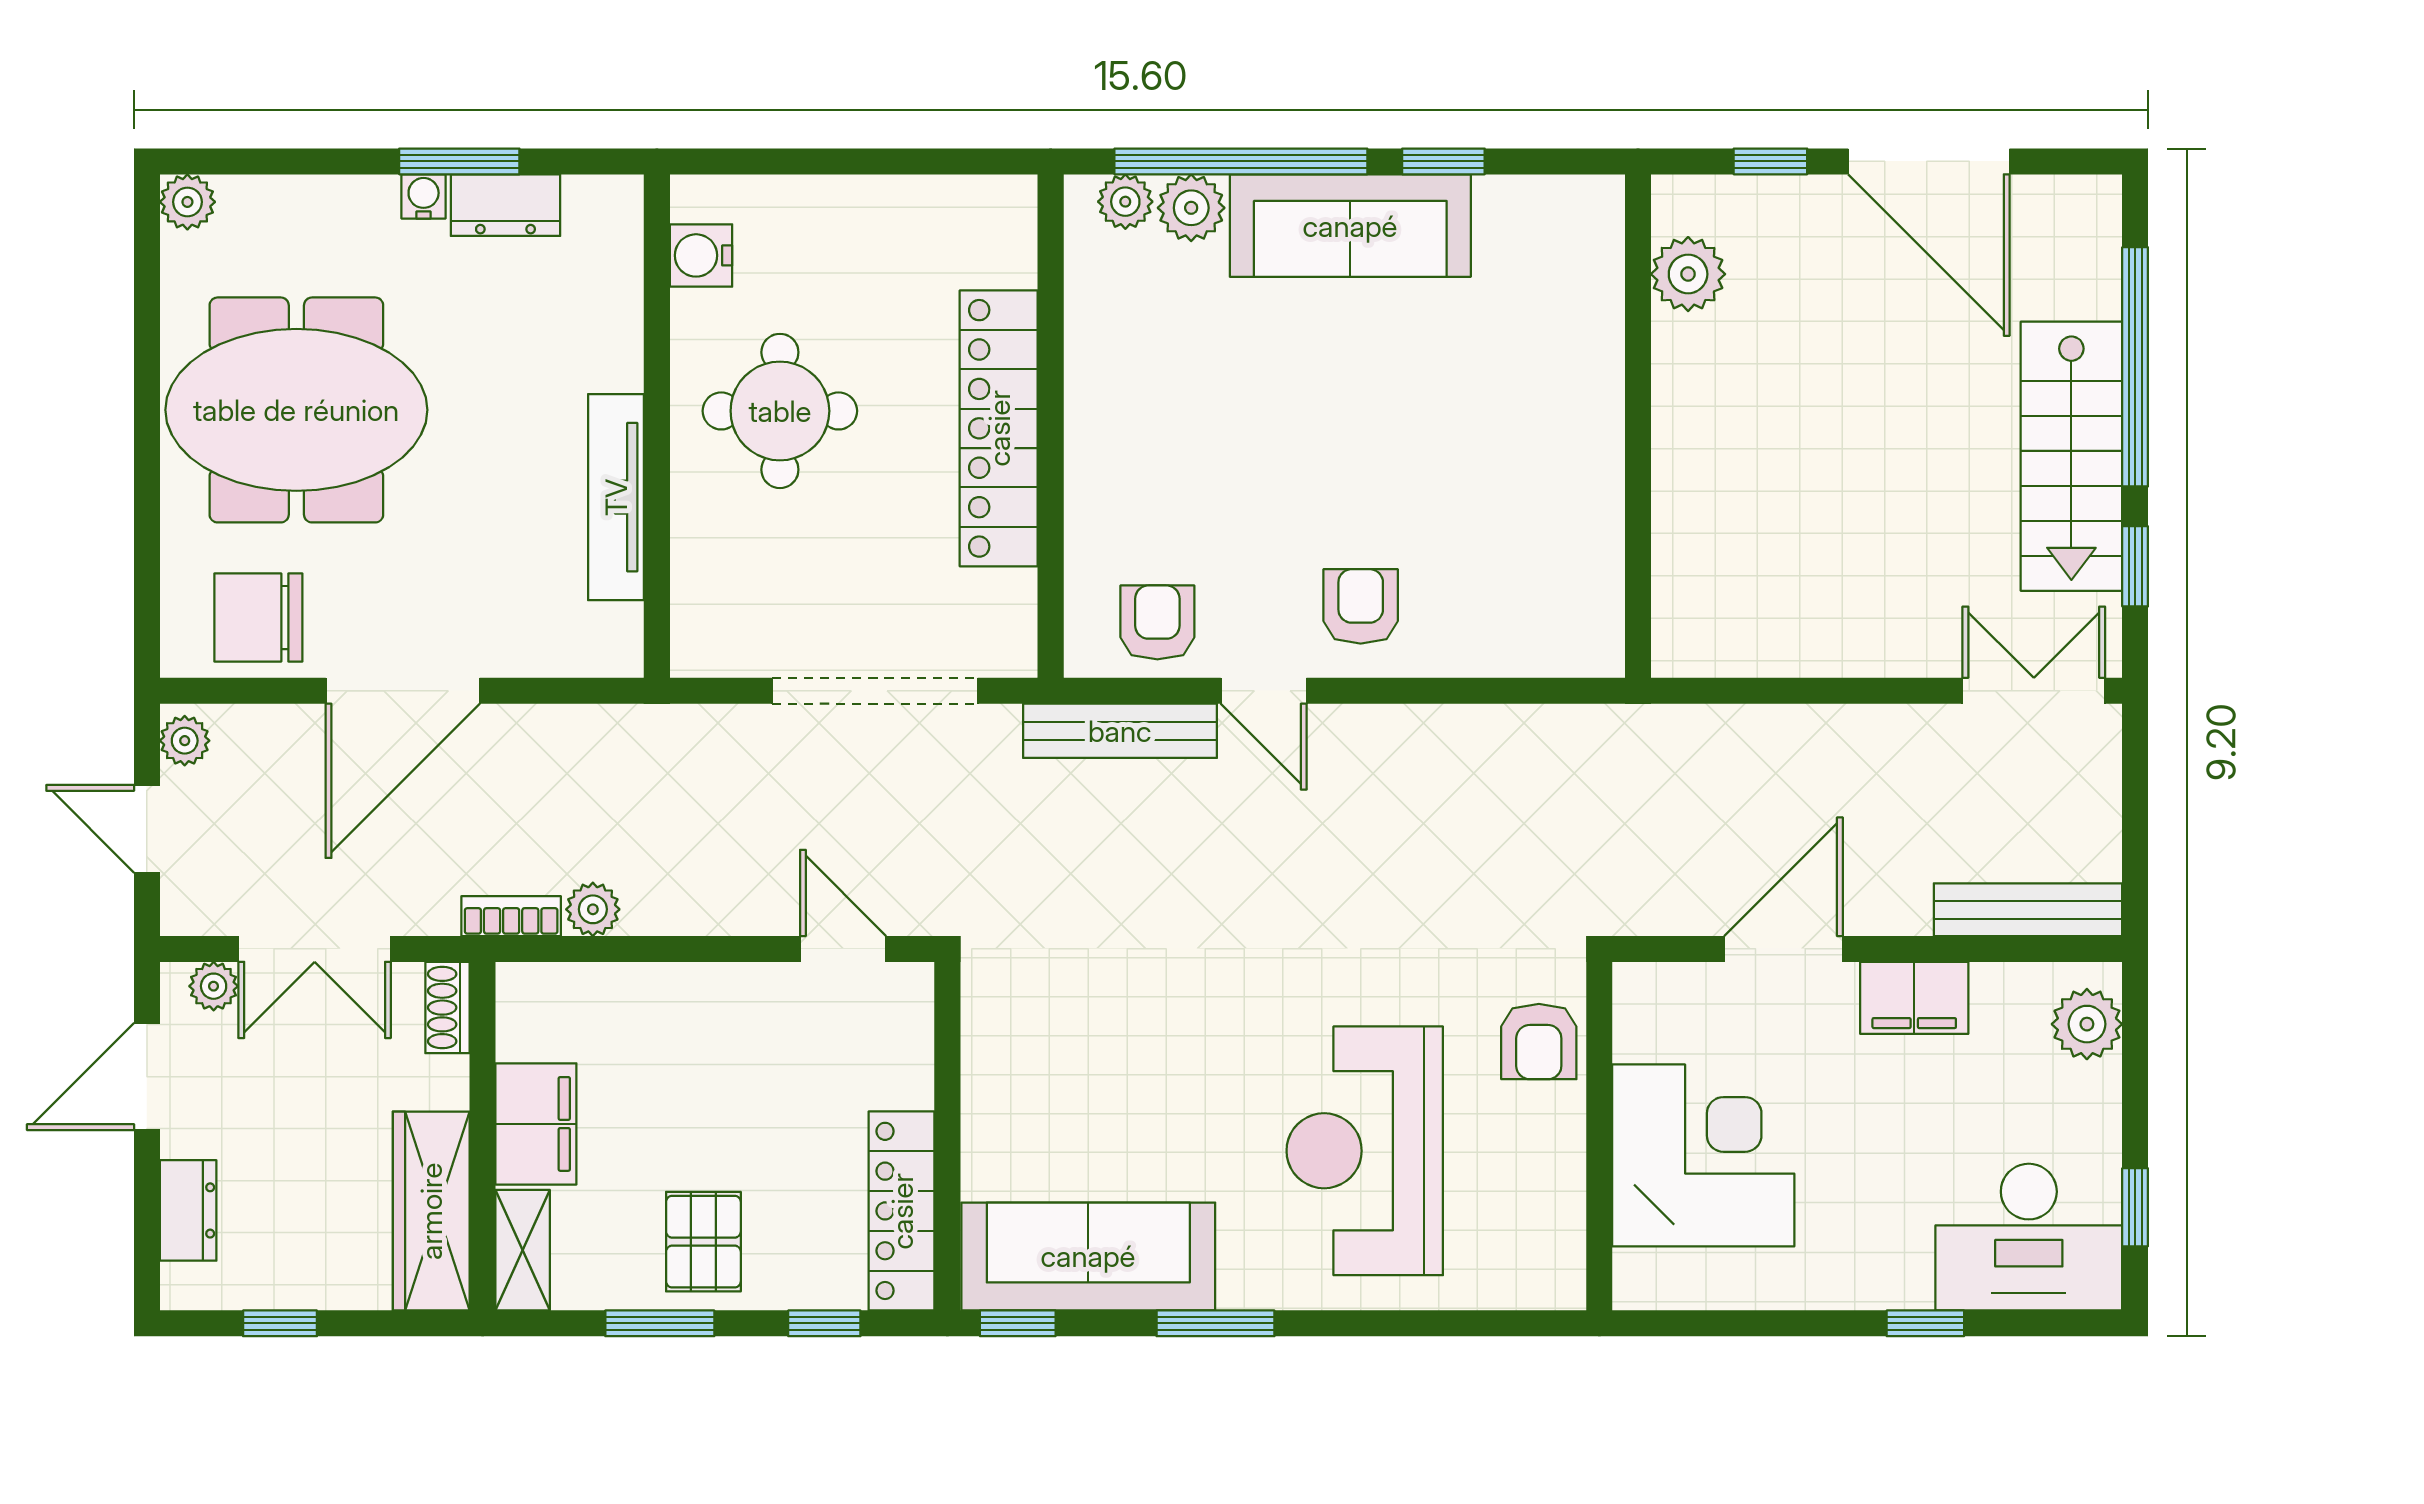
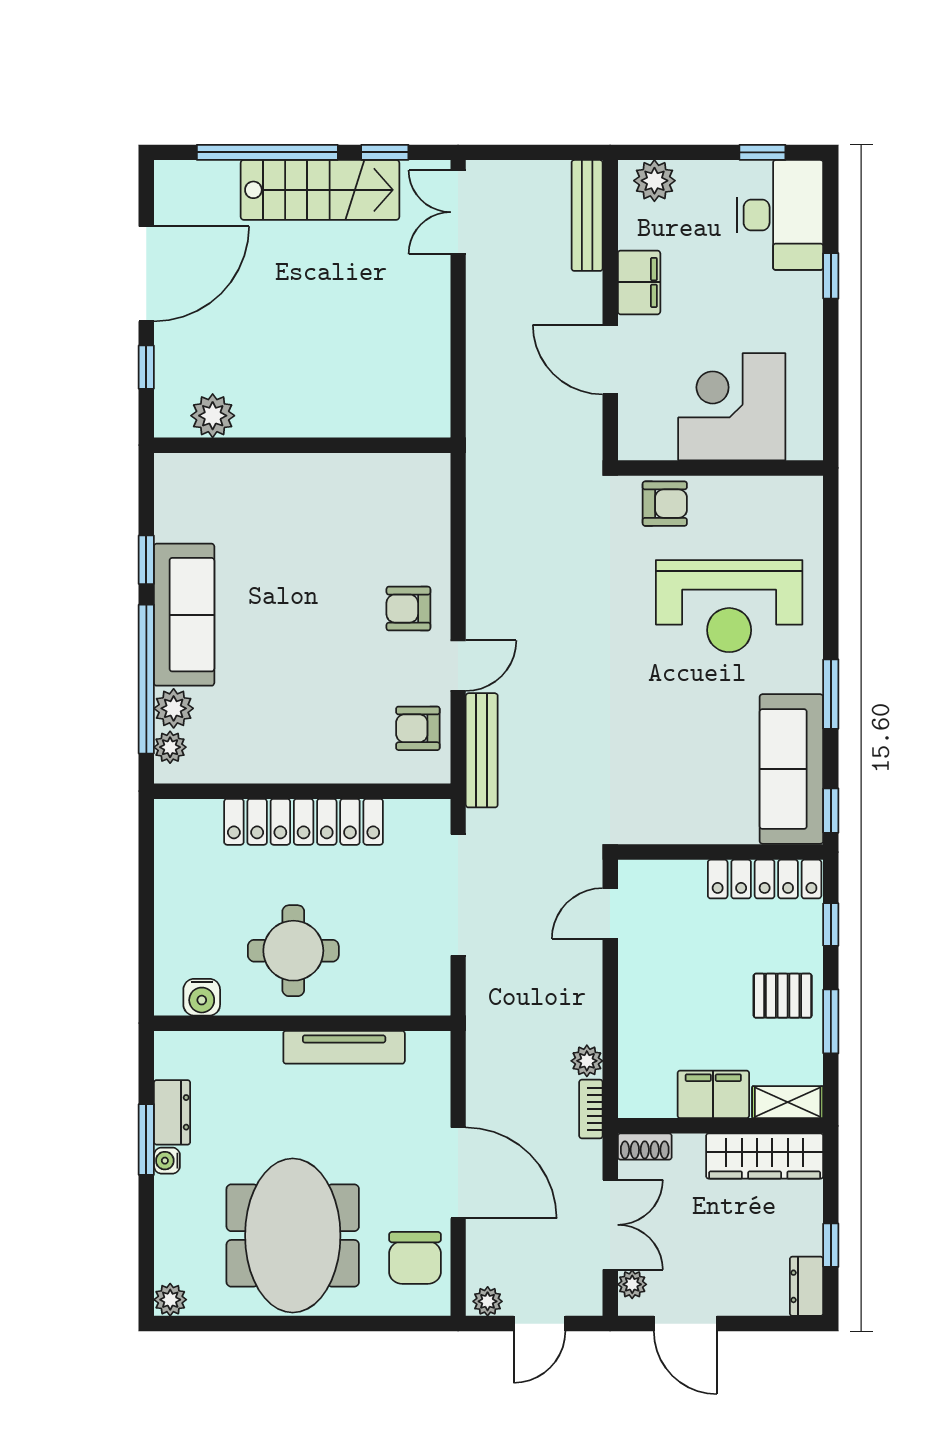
dresser: (188, 1210) -> (807, 1286), moved, turned -90

